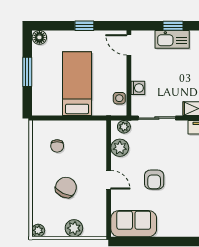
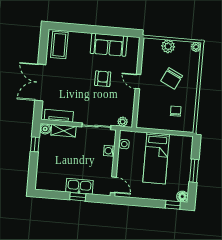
window: (84, 26) -> (173, 205), moved
plant: (120, 148) -> (127, 106), removed
sofa: (134, 224) -> (109, 45), moved

